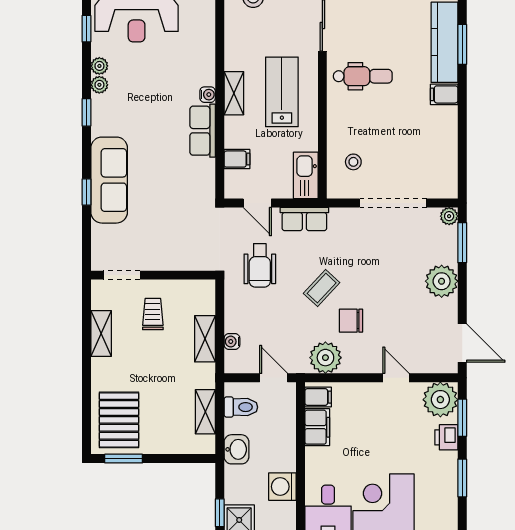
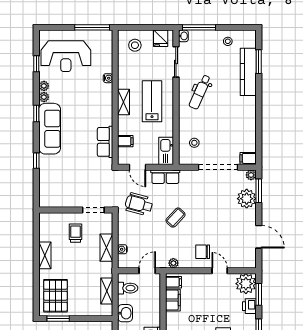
window: (462, 44) -> (259, 62), moved
dental chair: (363, 76) -> (200, 92), turned 114
filing cabinet: (444, 94) -> (248, 158), moved
water cooler: (208, 95) -> (108, 78), moved
row of seats: (203, 131) -> (105, 142), moved
sofa: (109, 180) -> (50, 129), moved
wheelchair: (260, 265) -> (139, 204), turned 105
doorway: (122, 275) -> (93, 210), moved
plant: (442, 281) -> (247, 199), moved
chair: (351, 321) -> (203, 252), moved
shelving: (101, 334) -> (45, 255), moved
door: (462, 343) -> (259, 237), moved
plant: (325, 358) -> (173, 263), width x0.53, depth x0.53
door: (274, 378) -> (147, 271), hinge flipped

